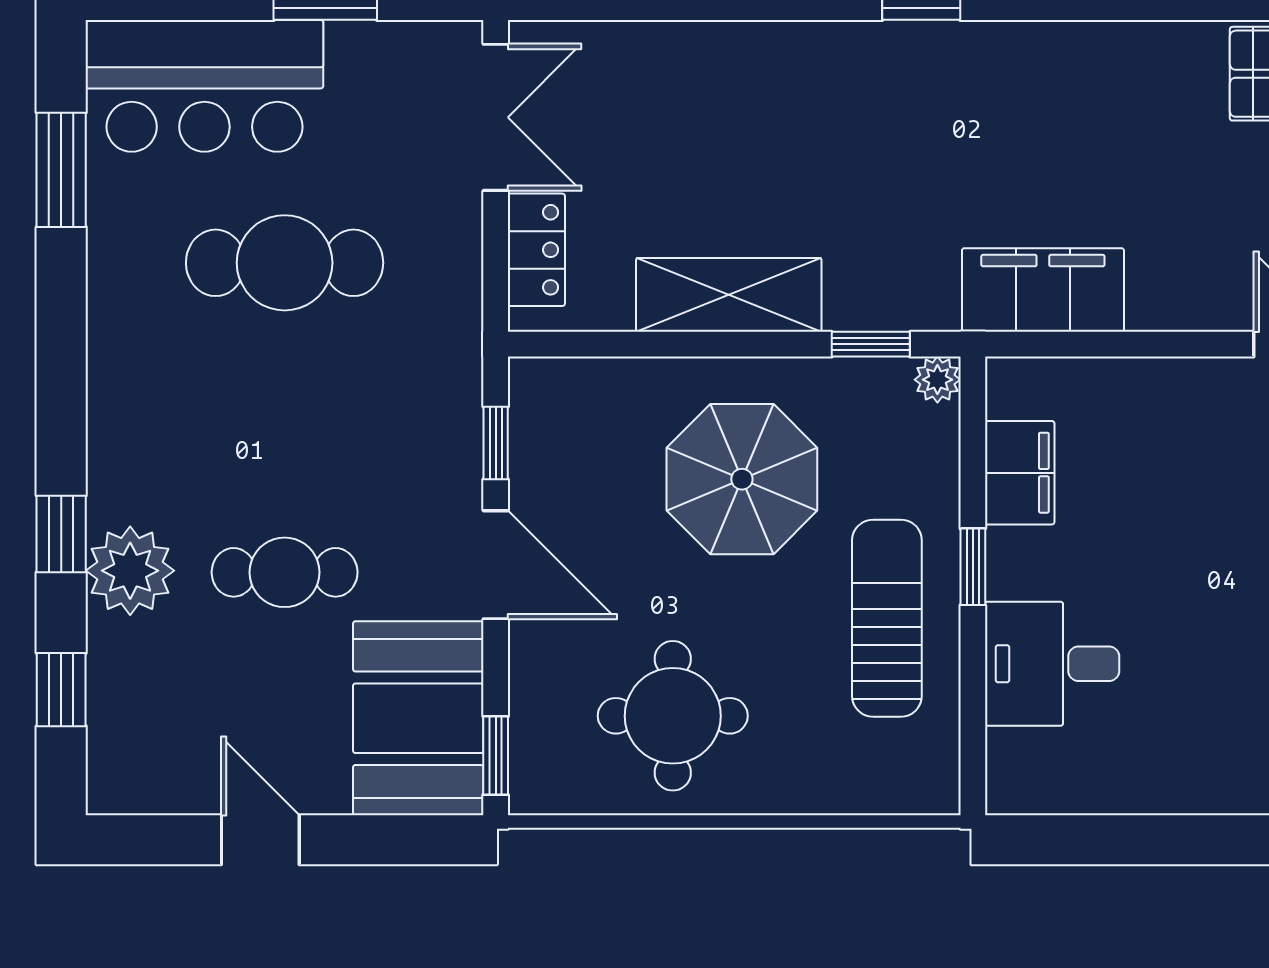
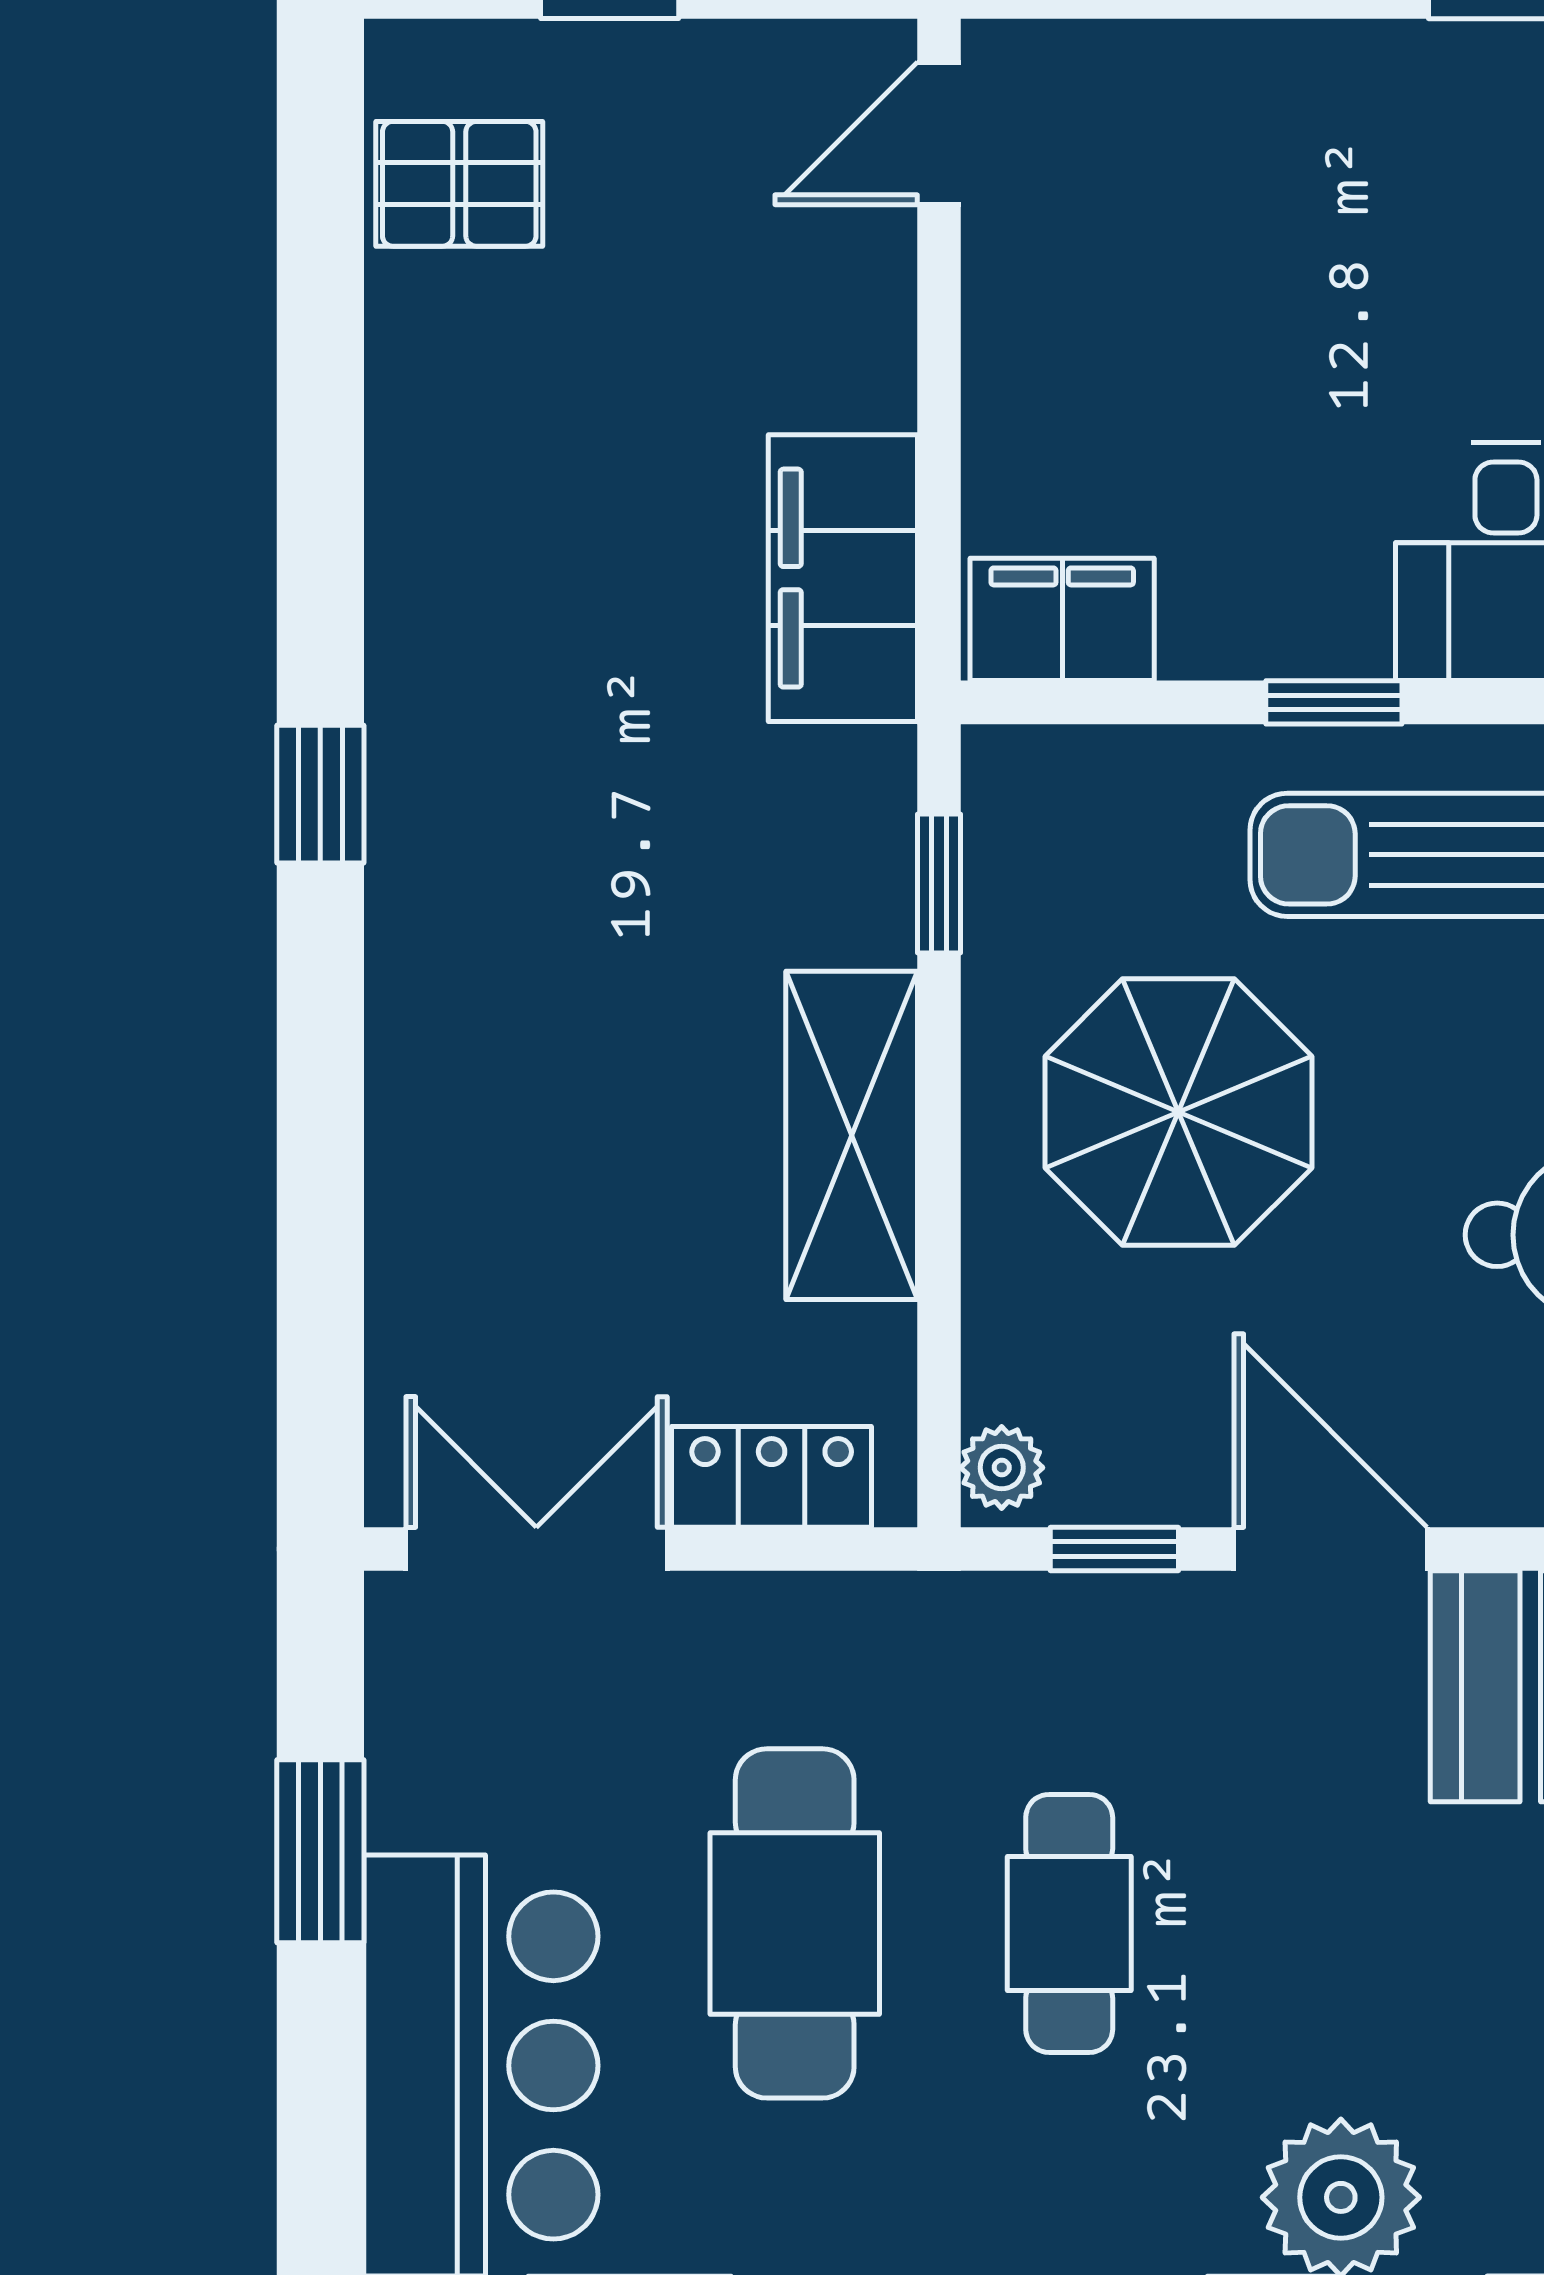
plant: (937, 380) -> (1002, 1468), moved
filing cabinet: (1020, 473) -> (1062, 619), moved
door: (496, 565) -> (1330, 1549), hinge flipped
cafe table: (285, 572) -> (1069, 1923), moved

